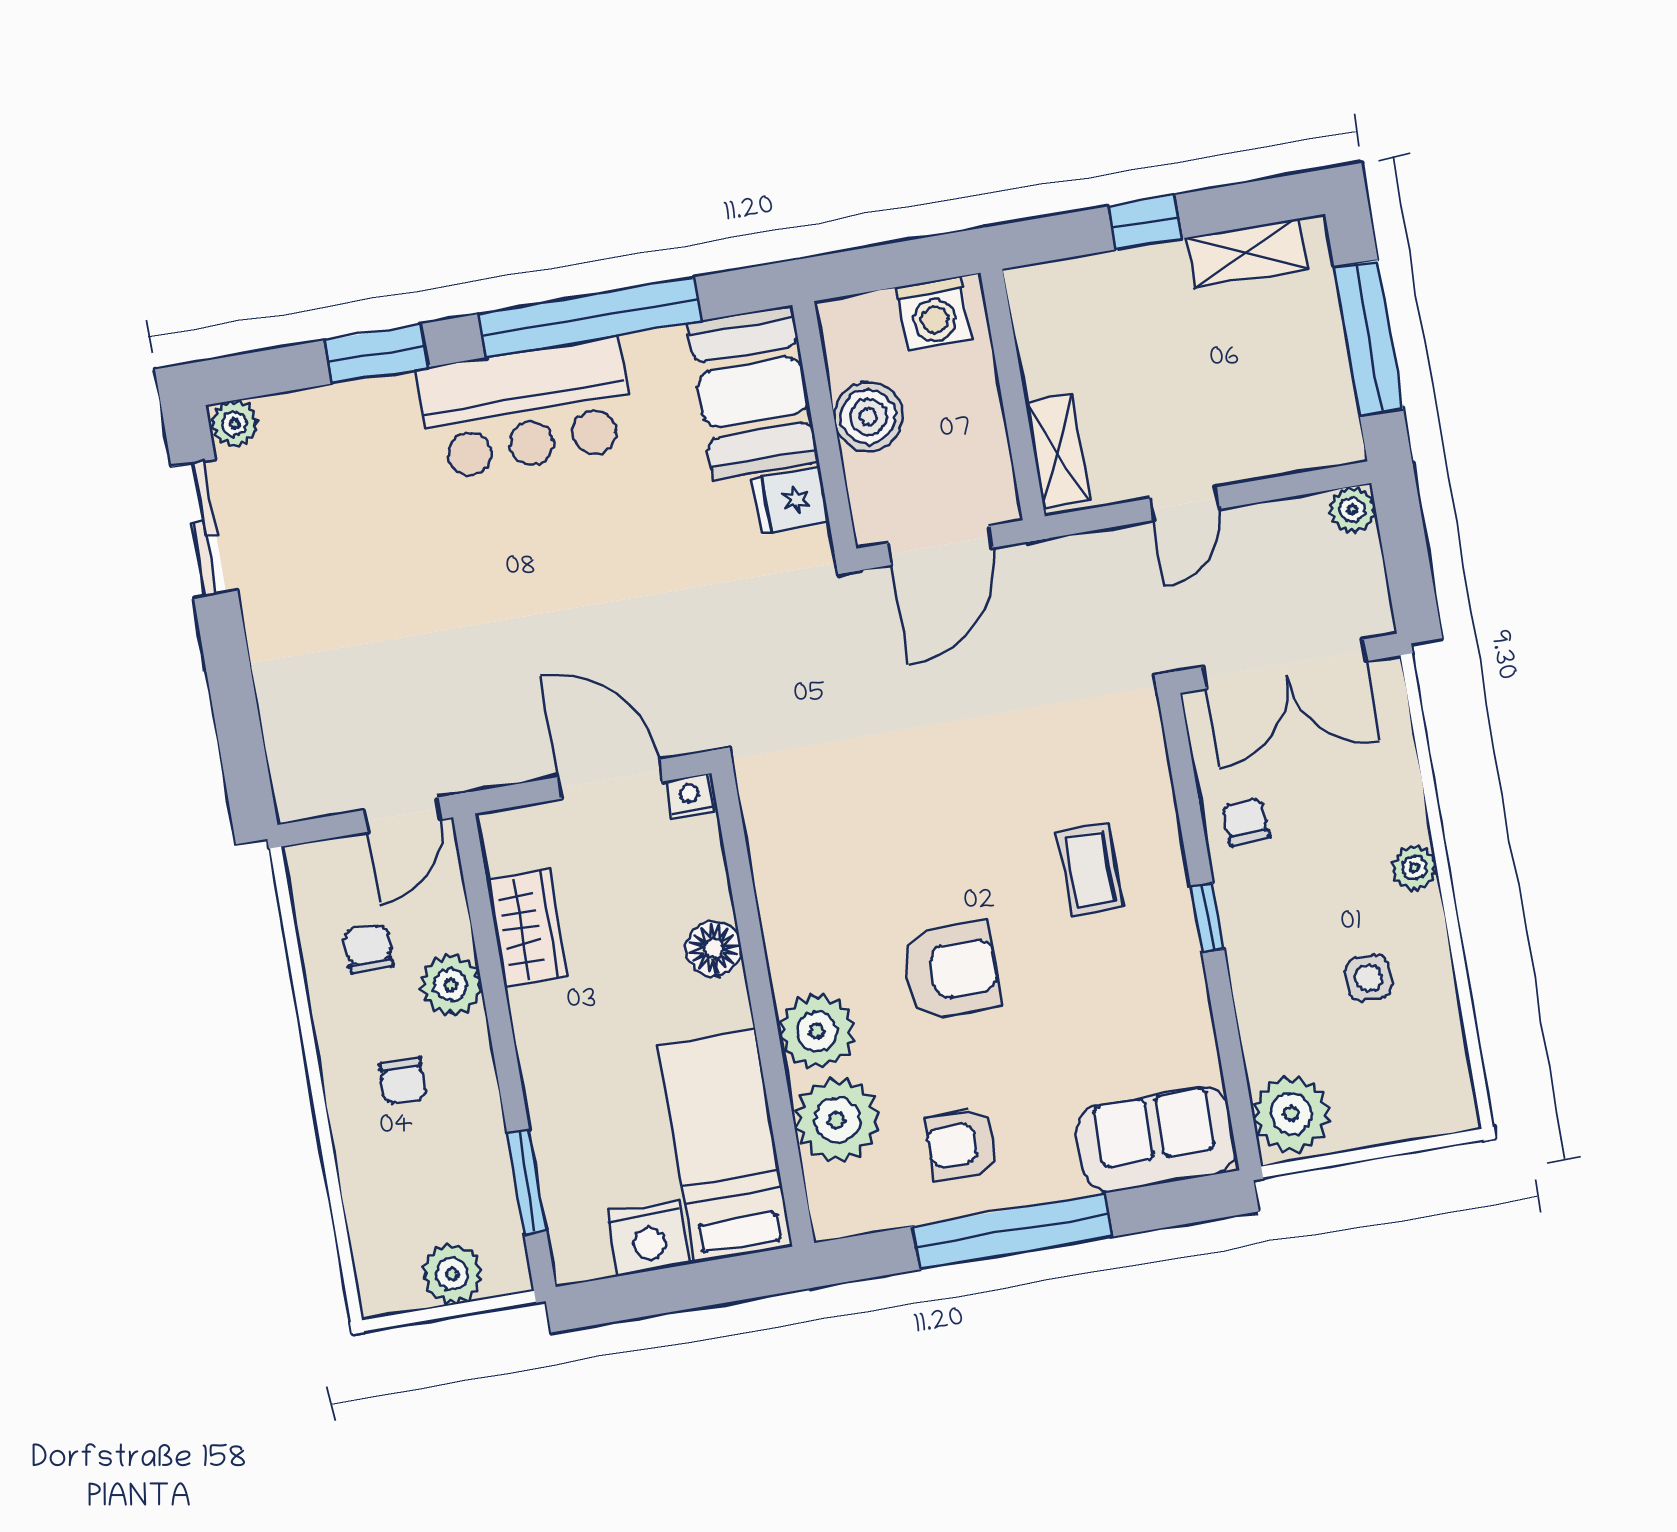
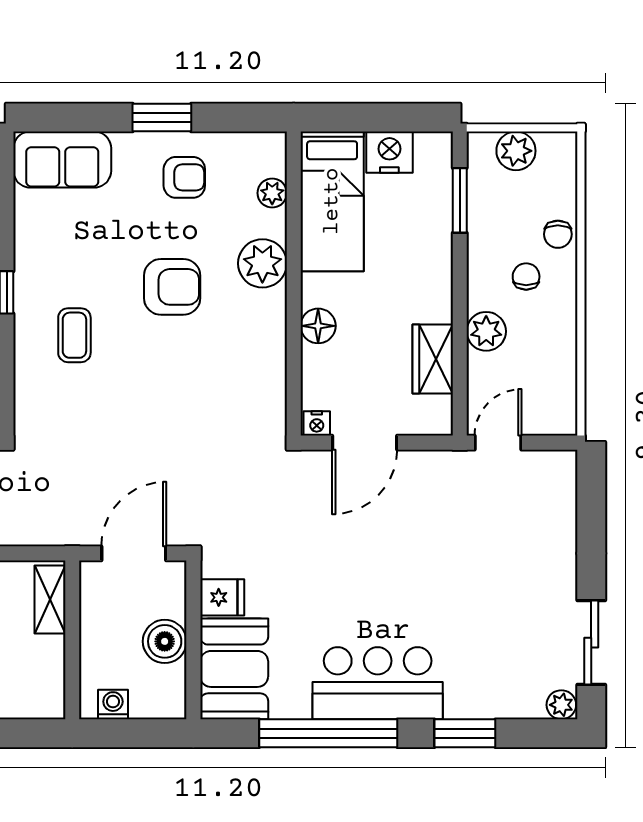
washing machine: (934, 313) -> (113, 705), width x0.73, depth x0.73
door: (610, 779) -> (365, 443), hinge flipped
chair: (369, 949) -> (558, 234), moved
armchair: (951, 970) -> (172, 287), turned 180
plant: (837, 1120) -> (272, 193), width x0.53, depth x0.53
window: (1012, 1231) -> (162, 117), width x0.47

